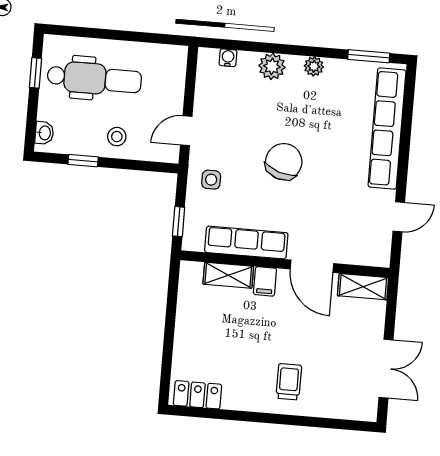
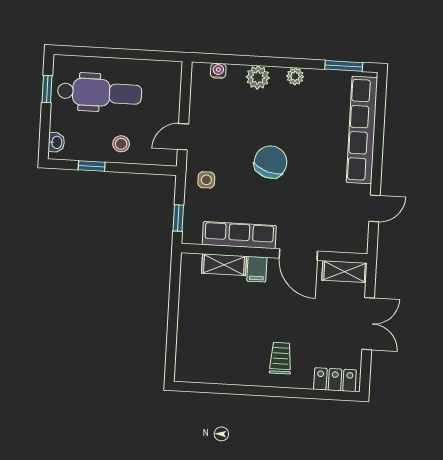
double door: (386, 369) -> (368, 324), moved
locker: (197, 395) -> (335, 380), moved

